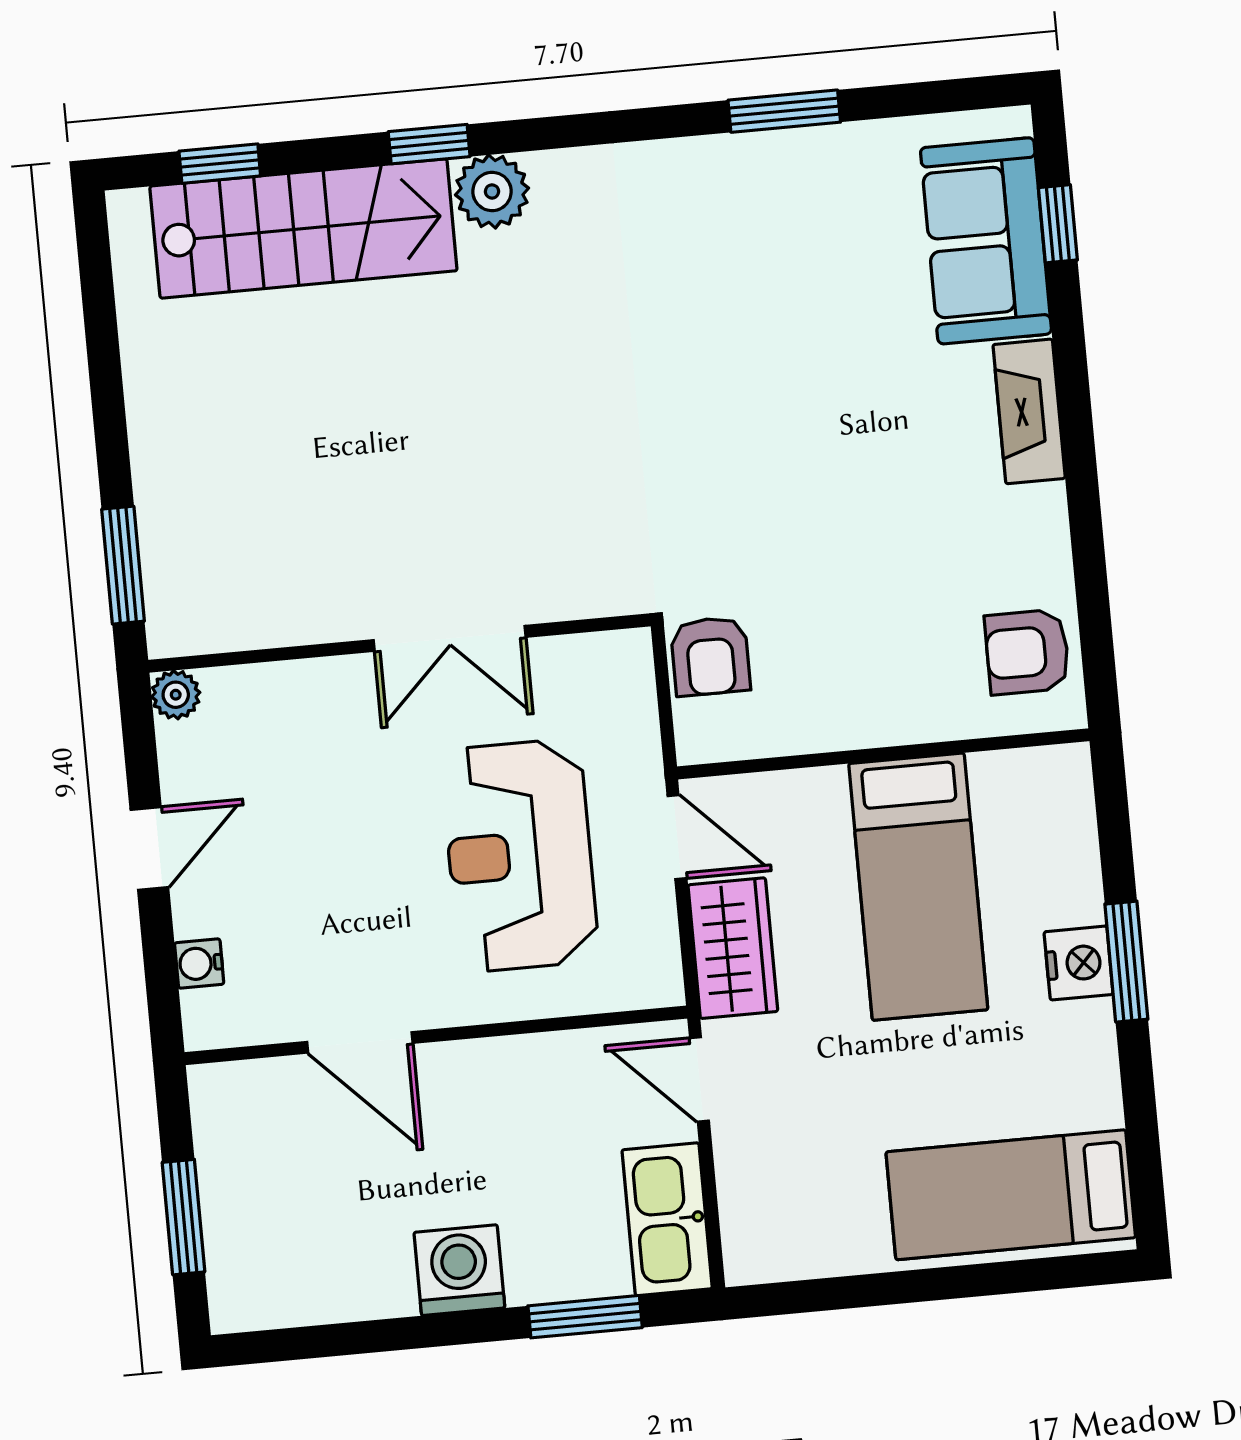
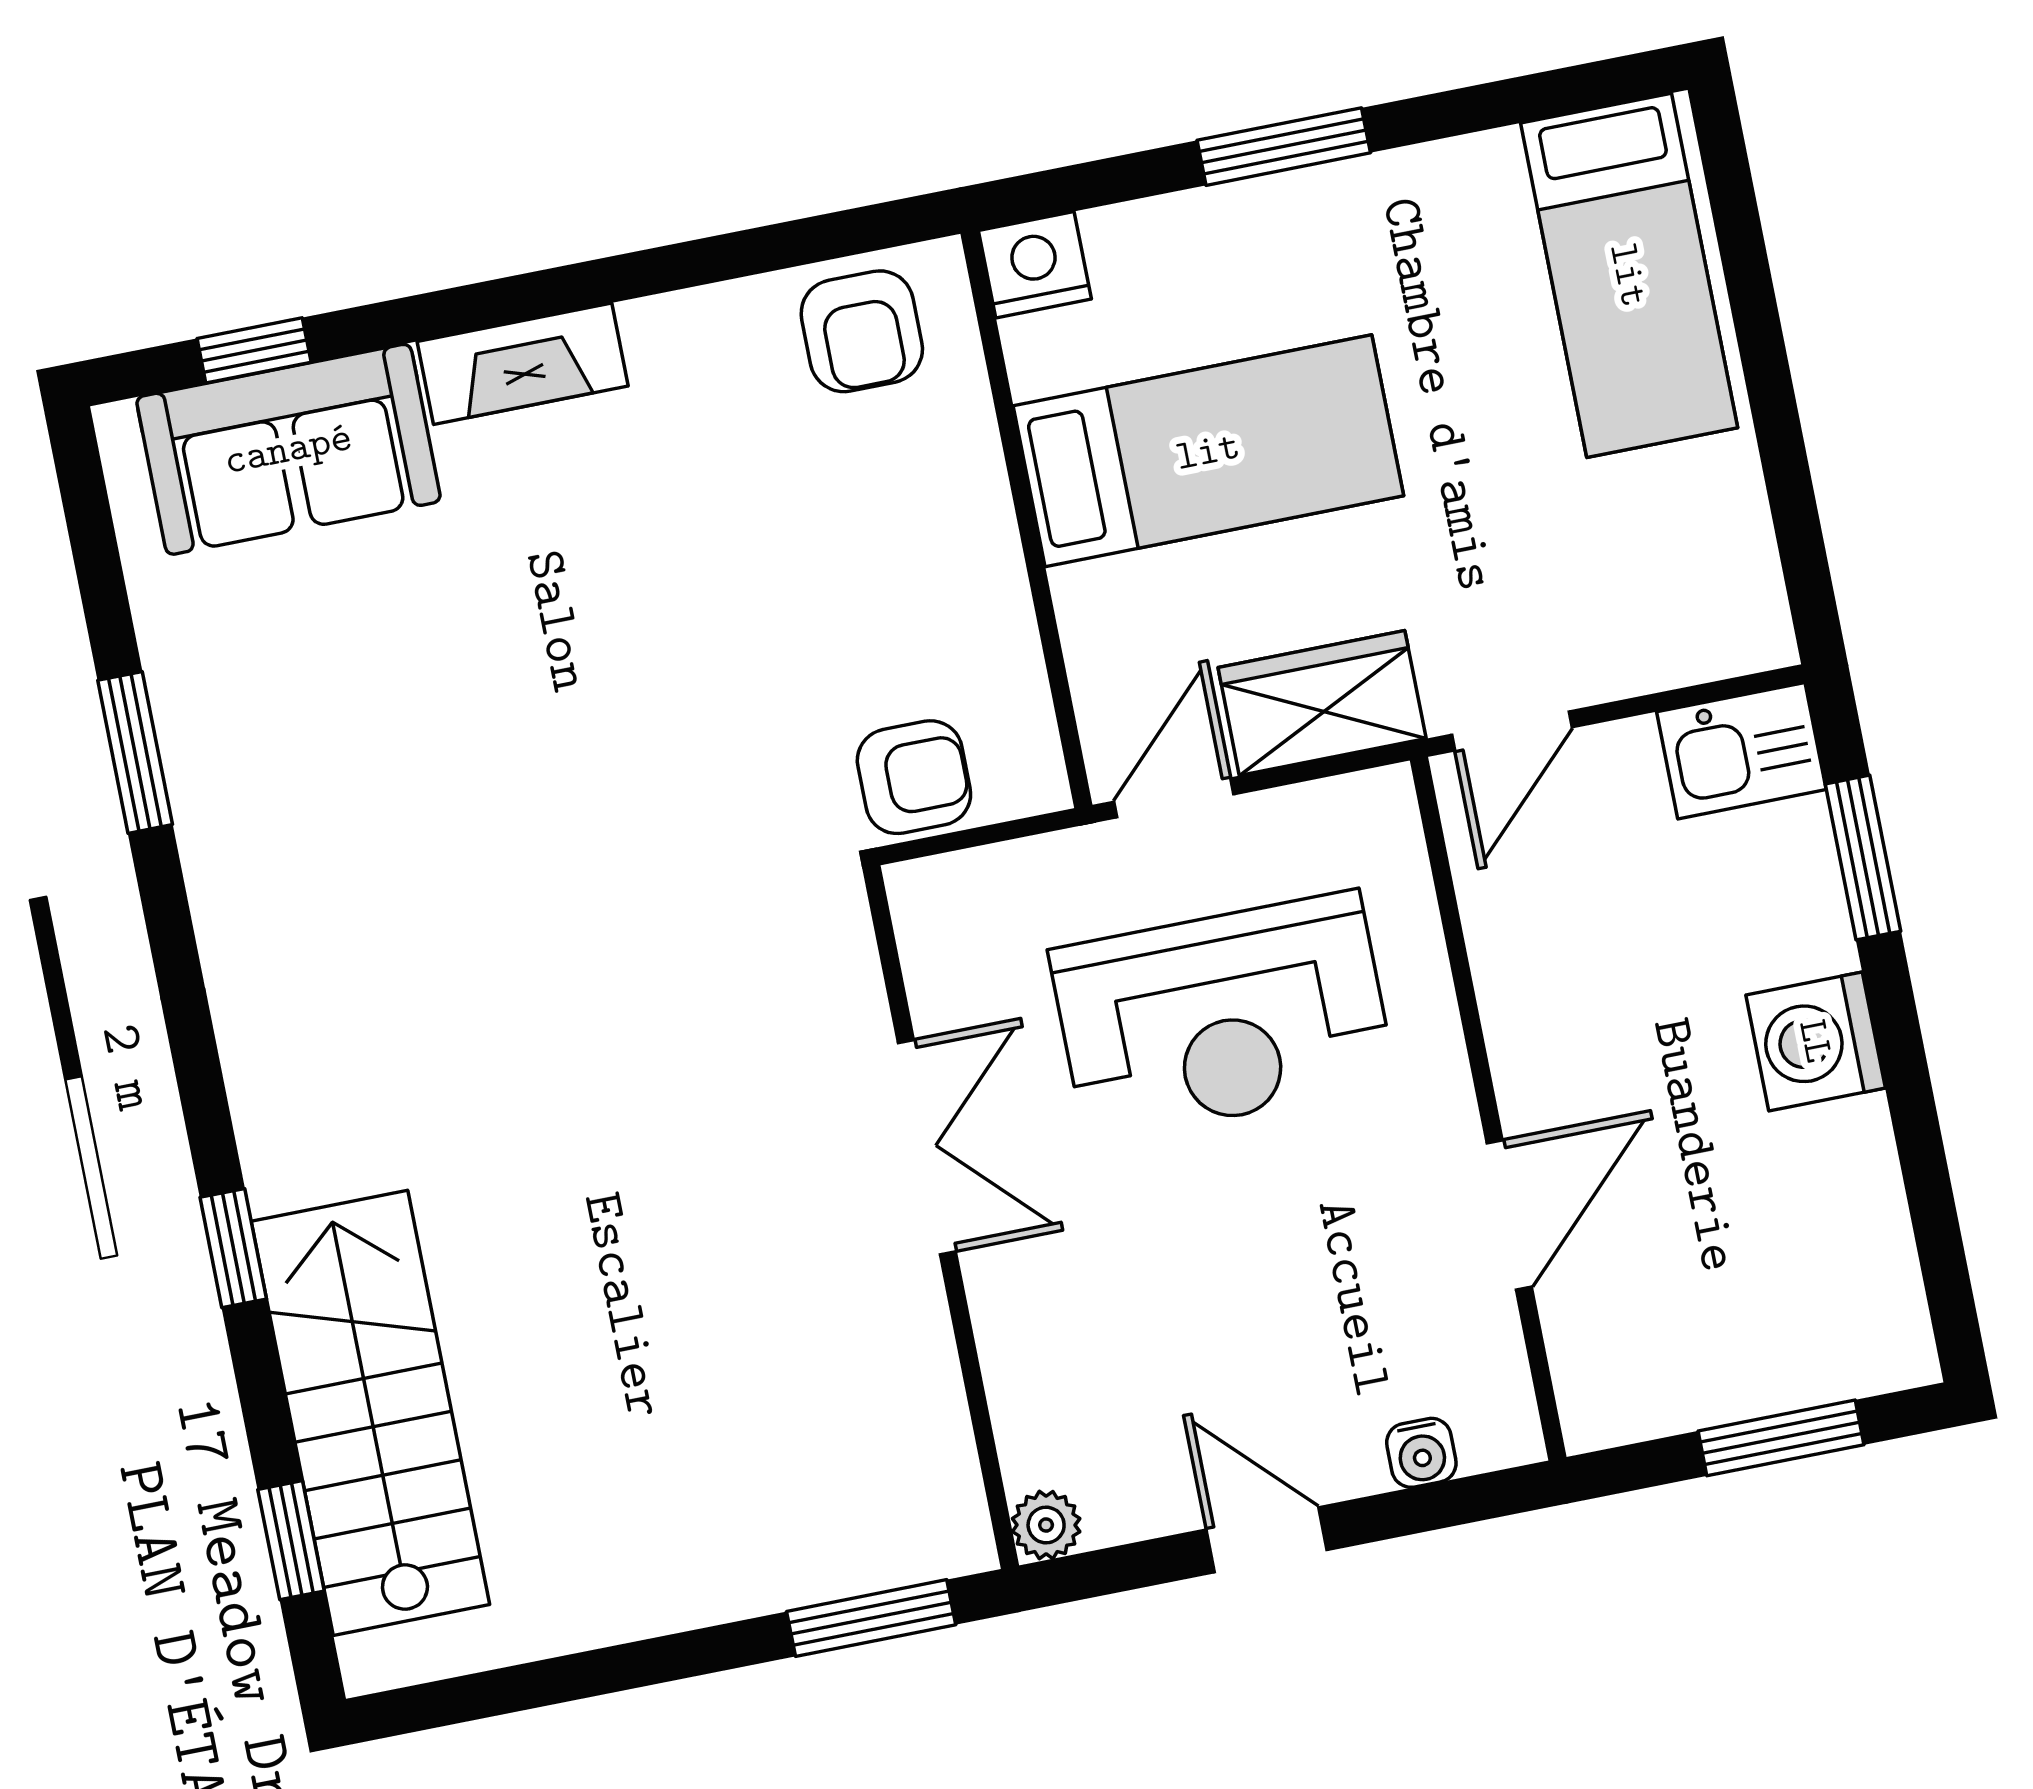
plant: (492, 191) -> (291, 1153), removed
nightstand: (1079, 963) -> (1035, 265), moved
kitchen sink: (667, 1219) -> (1741, 751), width x0.73

